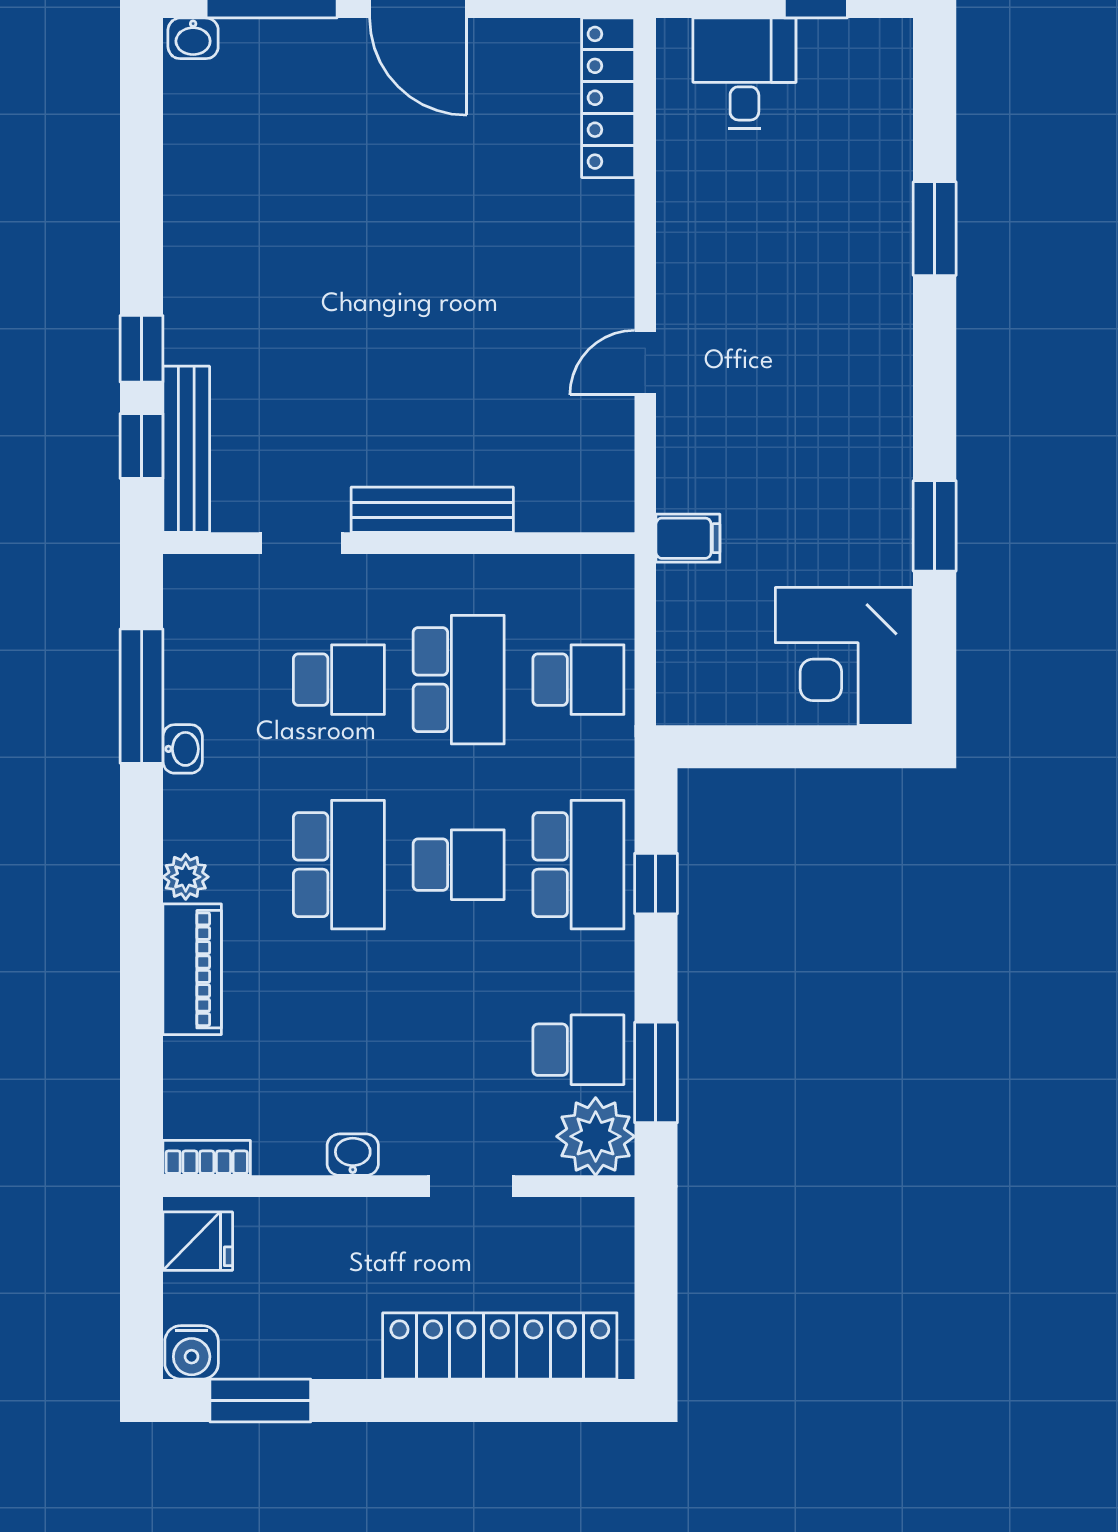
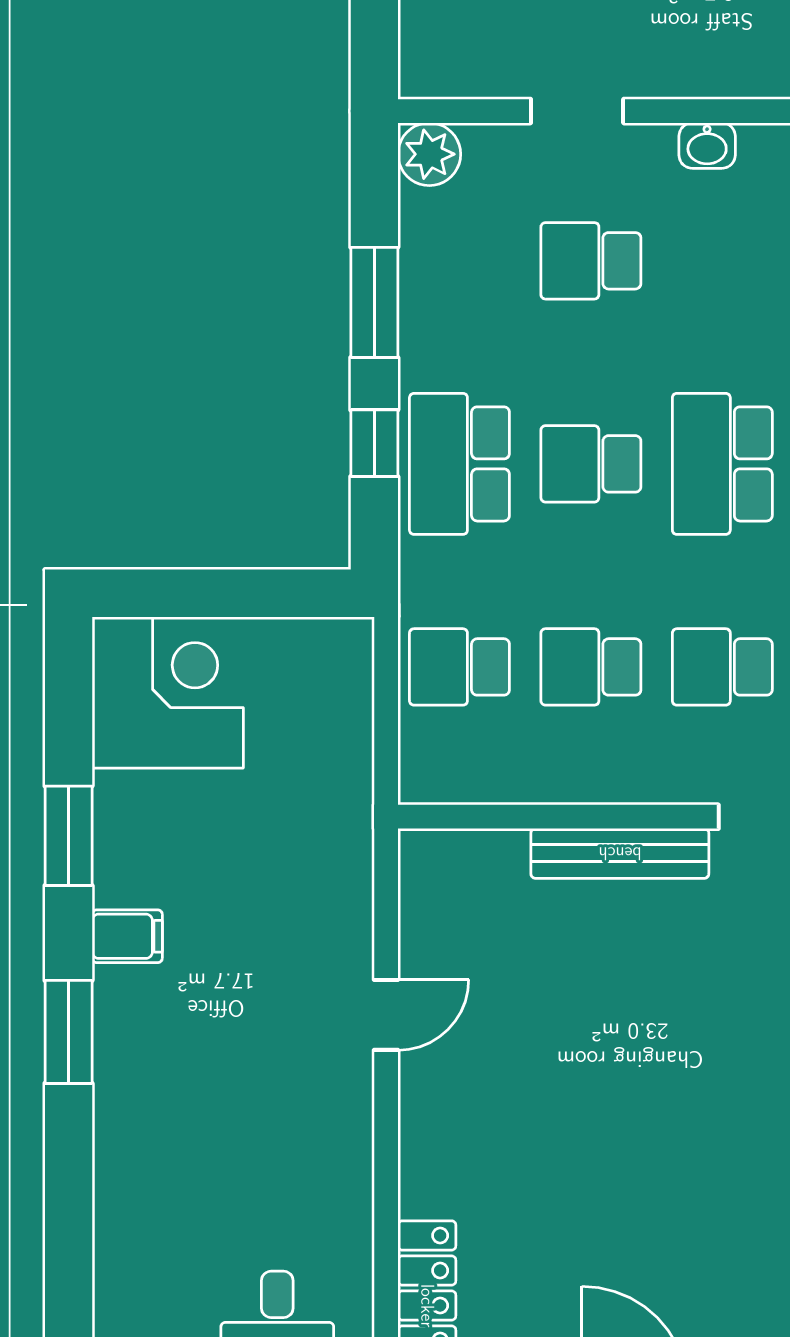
window: (935, 229) -> (69, 1032), moved
filing cabinet: (688, 538) -> (127, 936), moved, turned 180
school desk: (459, 680) -> (591, 667), width x0.54
school desk: (578, 1050) -> (591, 261), moved
window: (656, 1072) -> (374, 302), moved
plant: (596, 1136) -> (429, 154), width x0.73, depth x0.73

